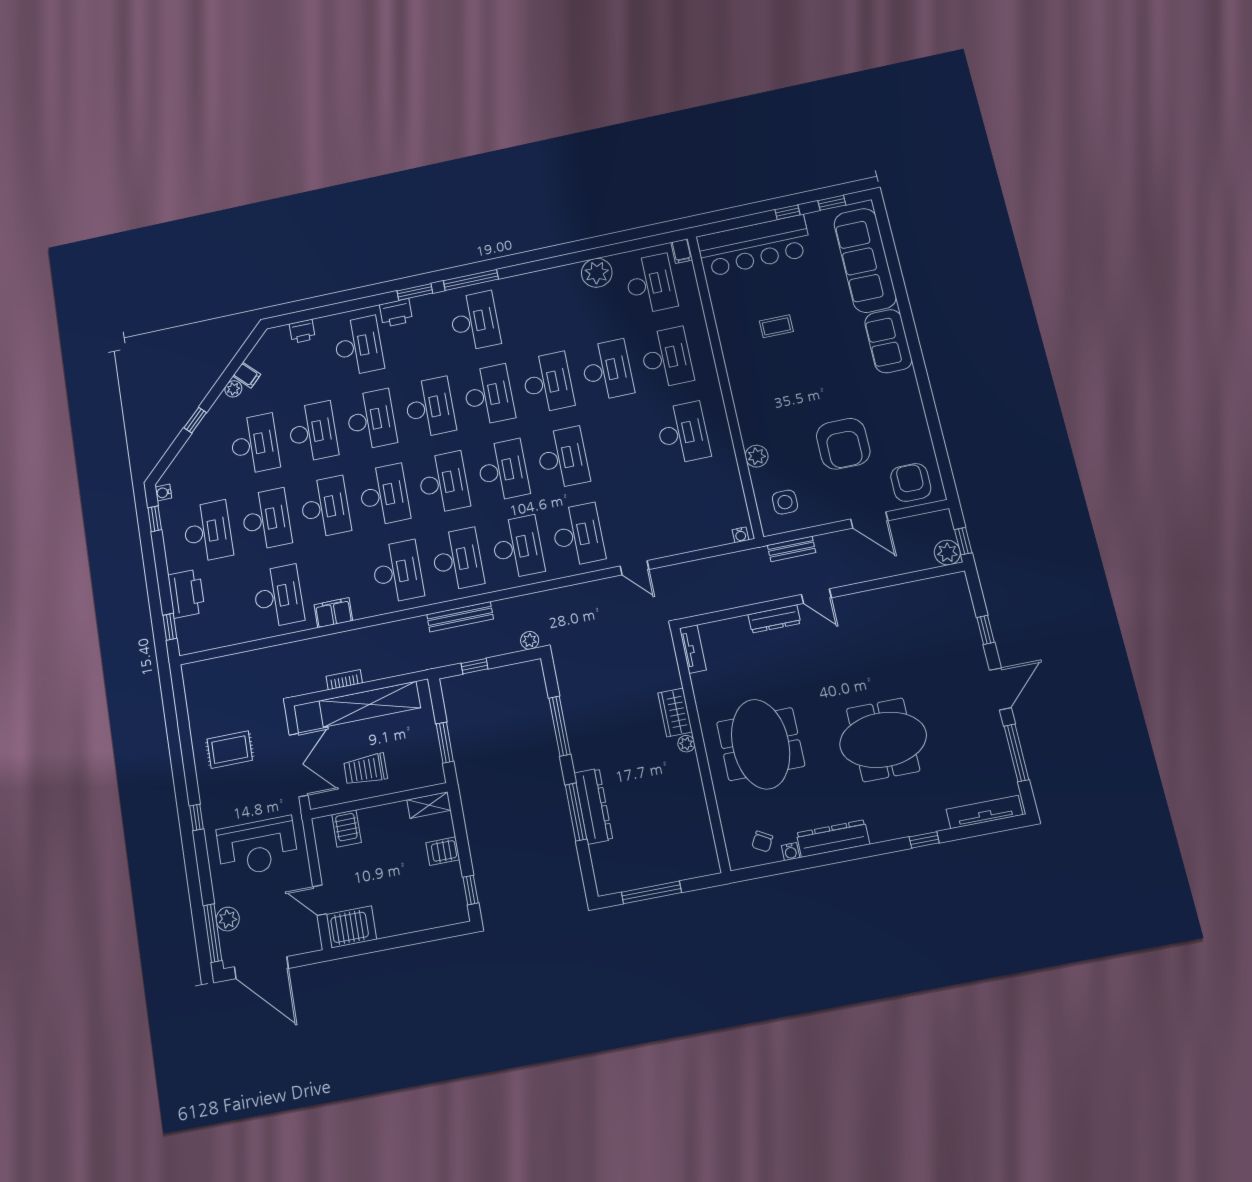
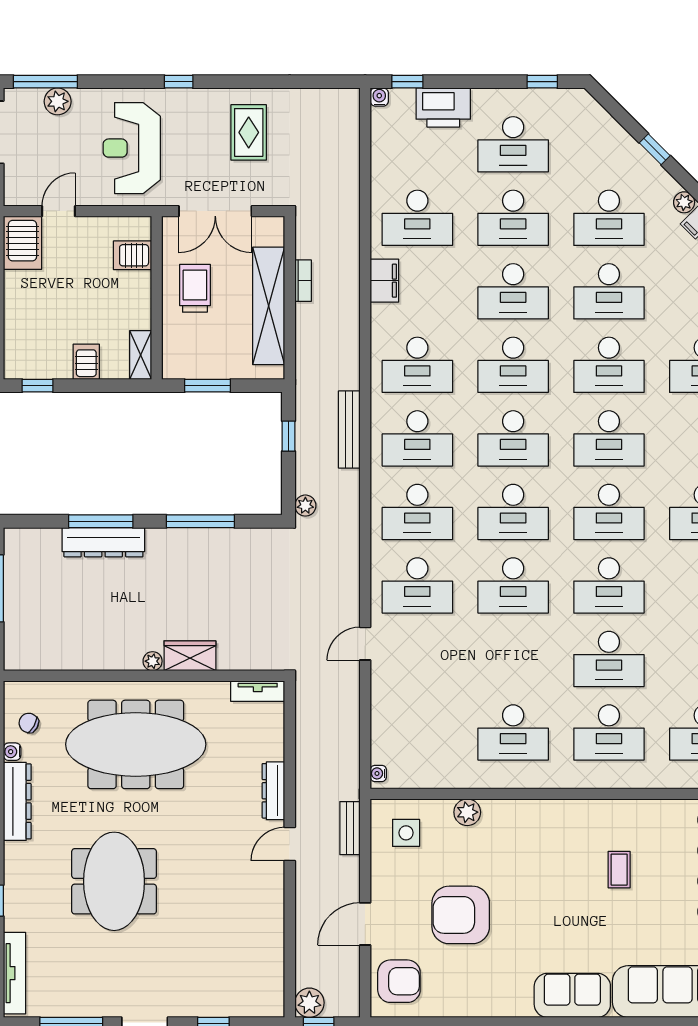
water cooler: (163, 493) -> (379, 97), moved
meeting table: (761, 744) -> (136, 744), width x1.36

